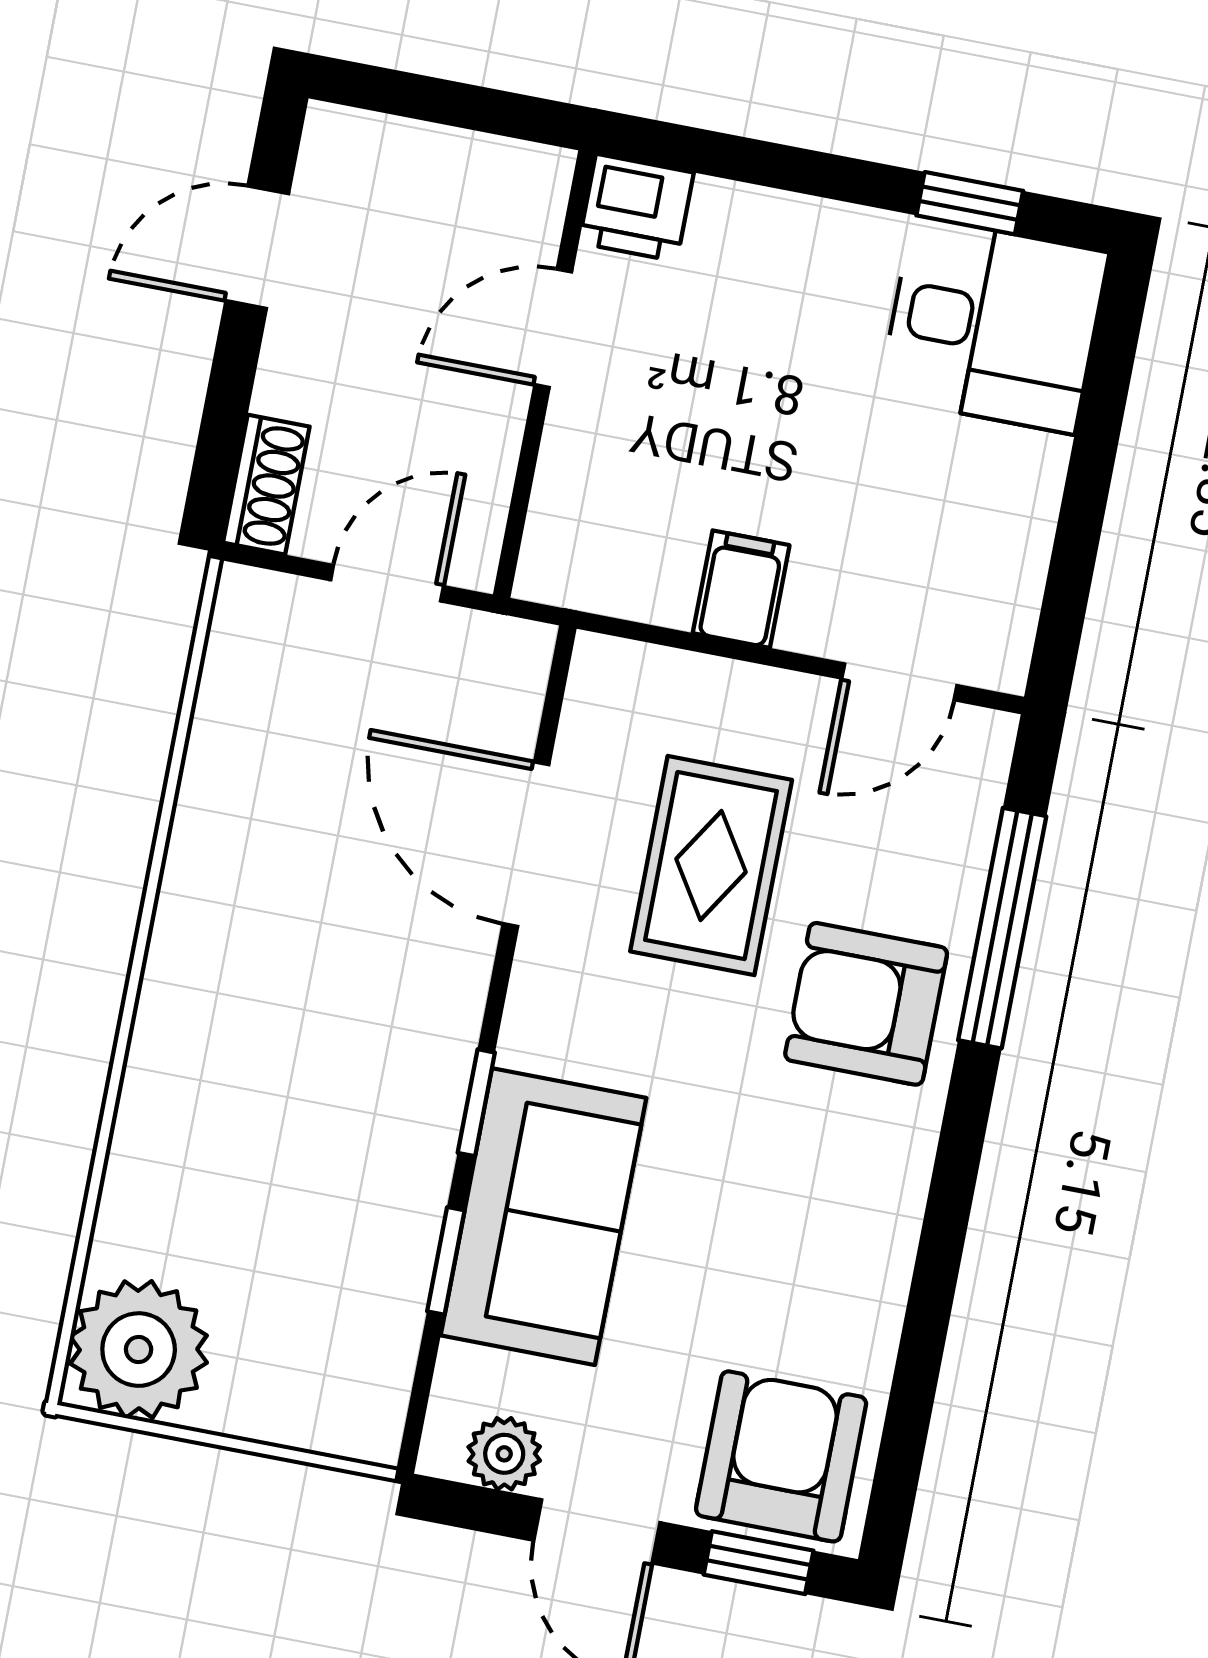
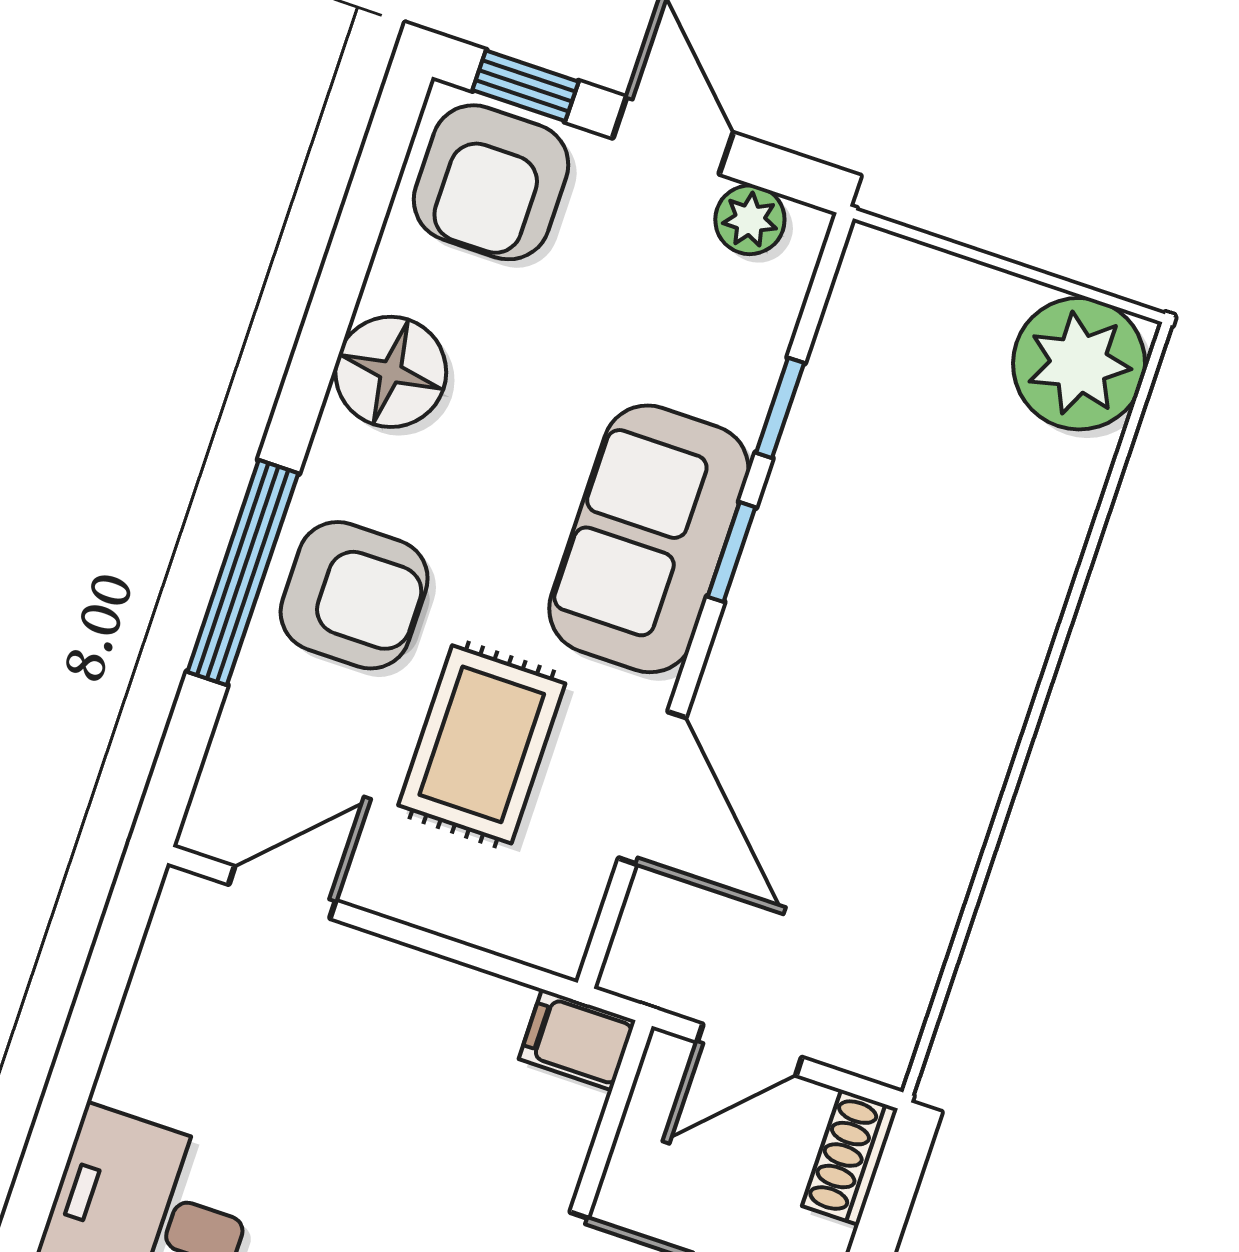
filing cabinet: (741, 589) -> (577, 1040), moved, turned 90
window: (1002, 928) -> (243, 573), moved
sofa: (543, 1217) -> (649, 539), moved
floor lamp: (859, 1243) -> (391, 372), added

